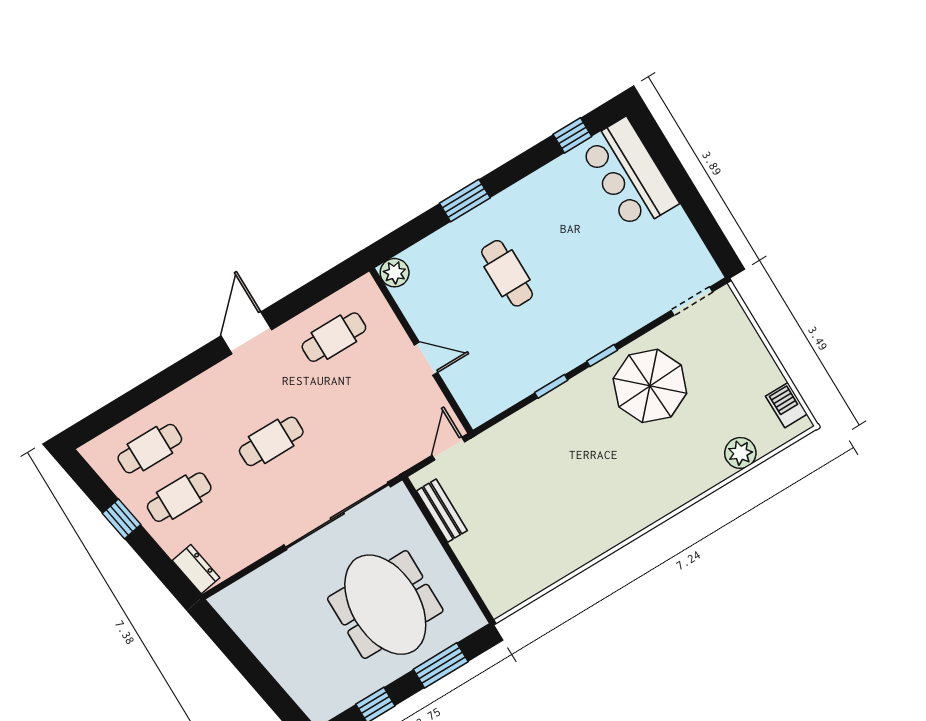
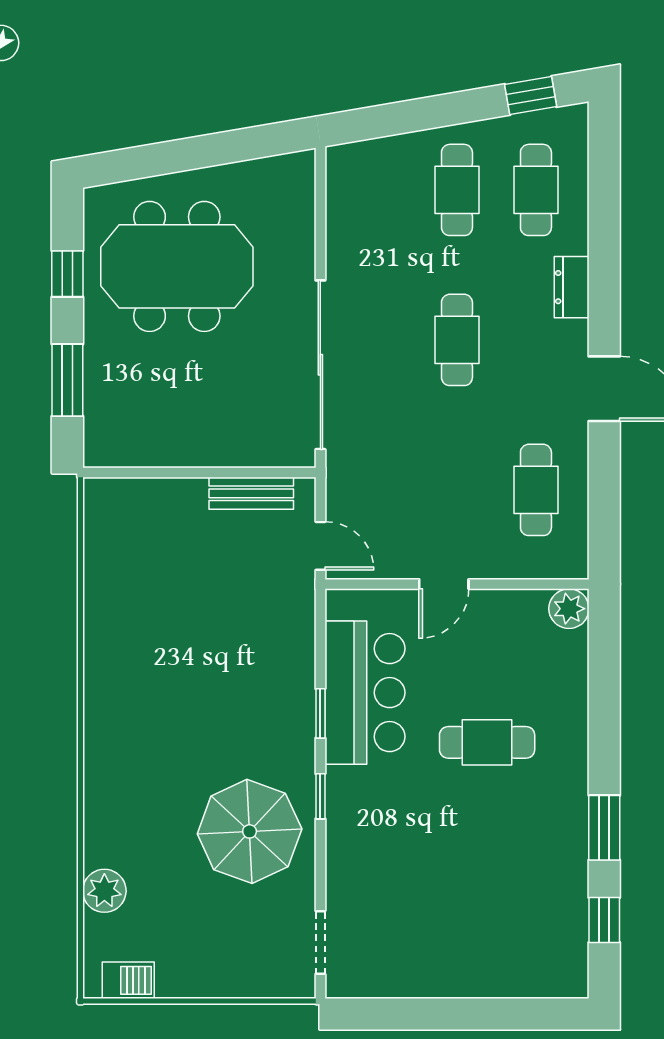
bar counter: (629, 174) -> (365, 693), moved, turned 90
window: (465, 201) -> (604, 828), moved
window: (122, 519) -> (531, 96), moved
dresser: (196, 569) -> (572, 287), moved, turned 100
meeting table: (385, 605) -> (177, 266), moved

